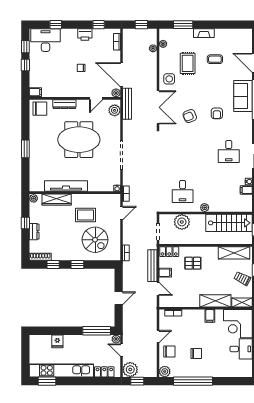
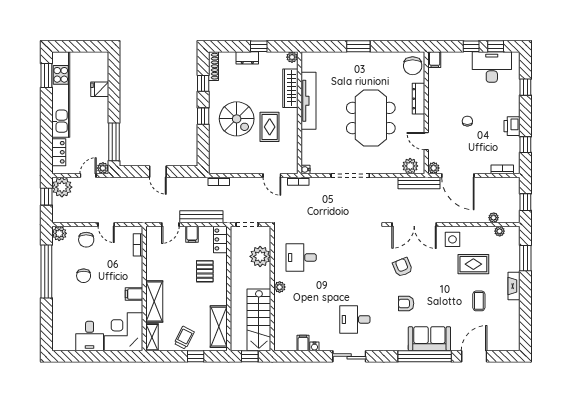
desk: (45, 40) -> (492, 67), moved, turned -90
door: (122, 75) -> (458, 175), swing flipped
spiral stairs: (95, 240) -> (237, 119), moved, turned -90

